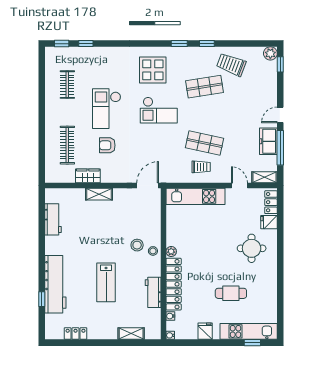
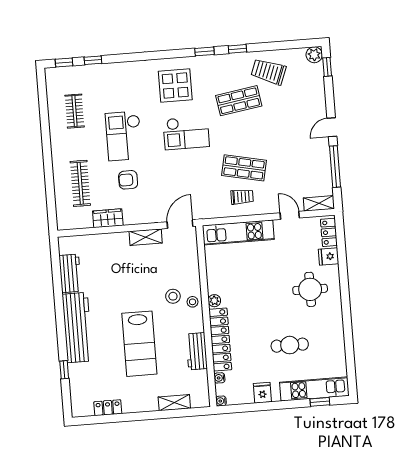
freezer: (268, 141) -> (320, 160), removed
shelving: (99, 194) -> (146, 237), moved
lab bench: (106, 282) -> (139, 344), width x1.36, depth x1.39
workbench: (55, 284) -> (77, 328), moved

